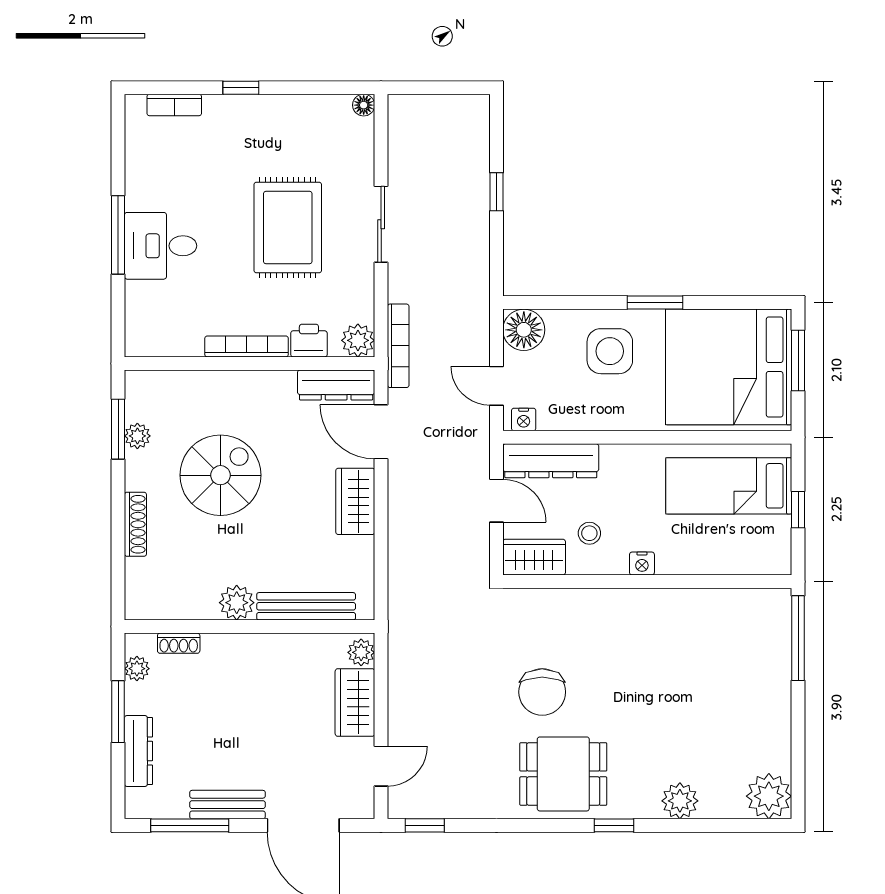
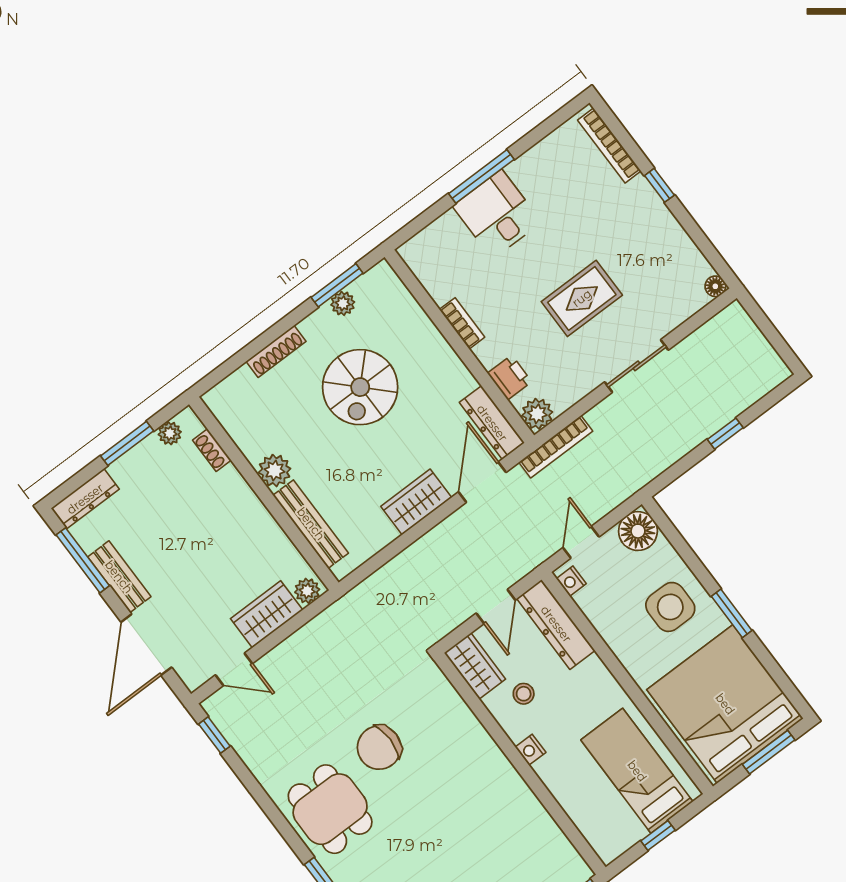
bookcase: (174, 105) -> (609, 145), width x1.56
rug: (288, 228) -> (582, 298), width x0.73, depth x0.70
bookcase: (247, 346) -> (462, 323), width x0.64
spiral stairs: (220, 475) -> (360, 387), turned 90
dresser: (138, 751) -> (85, 499), moved

